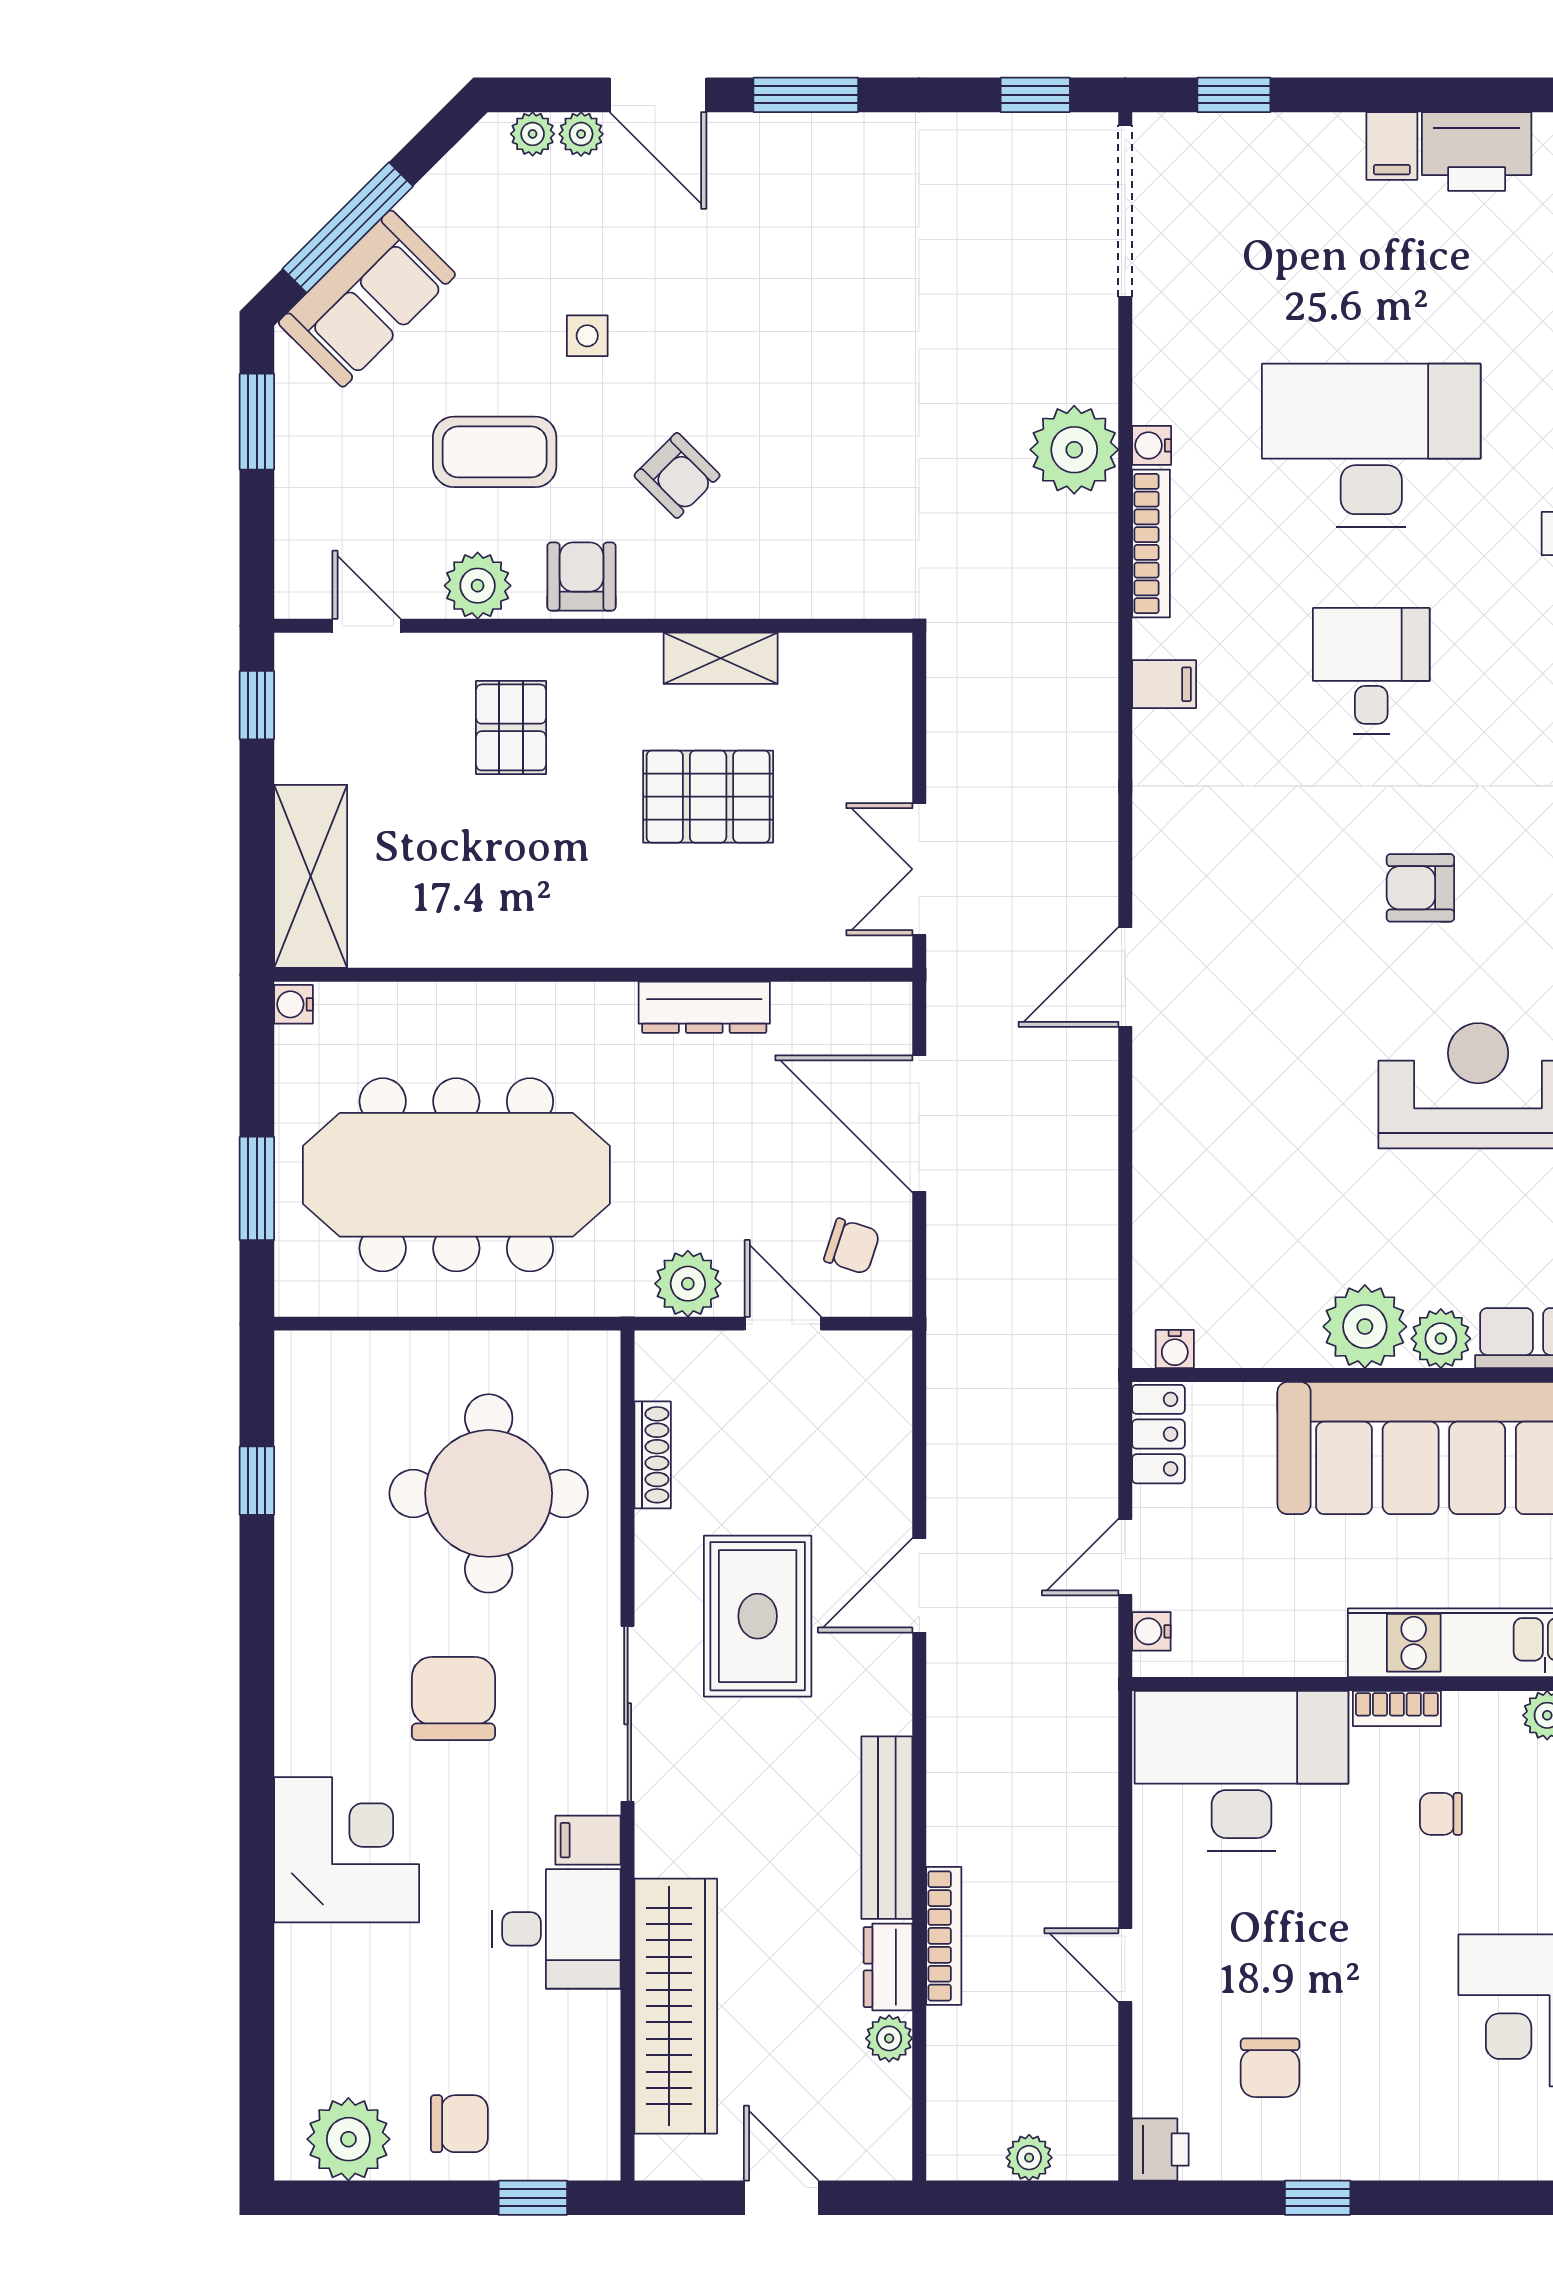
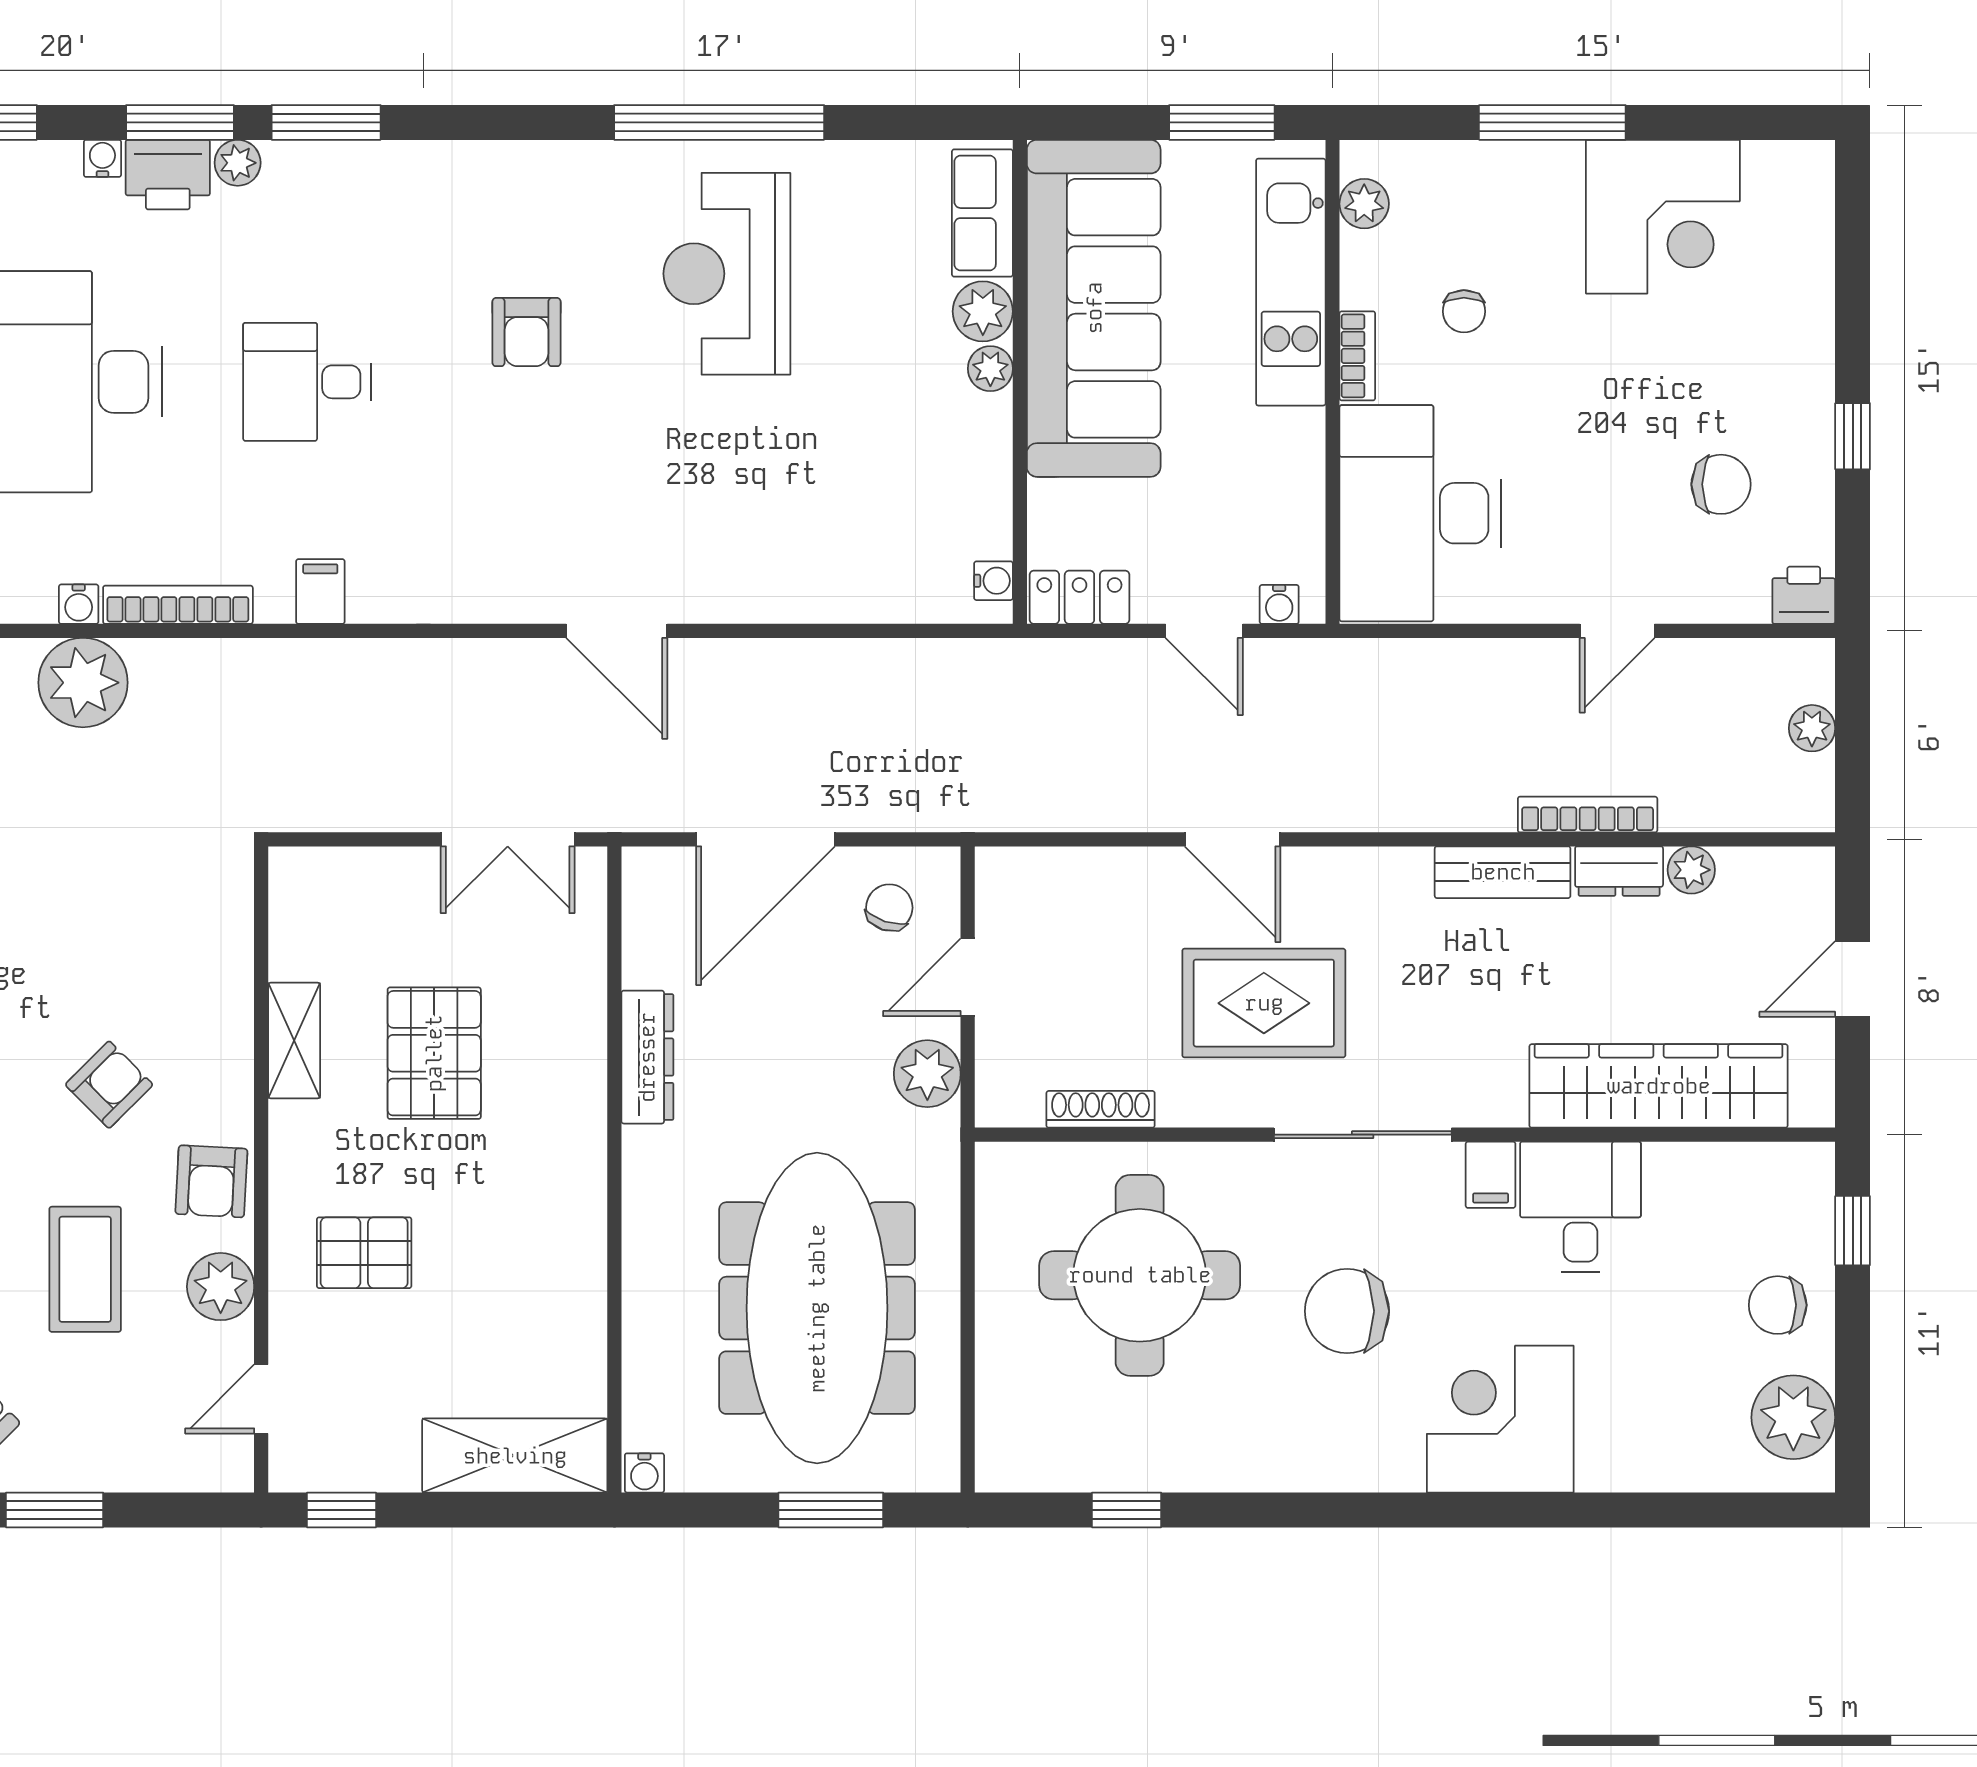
armchair: (581, 577) -> (211, 1181), turned -87
plant: (1365, 1327) -> (990, 369), width x0.53, depth x0.53
bench: (887, 1828) -> (1503, 872), width x0.73
chair: (459, 2124) -> (1778, 1305), turned -90

